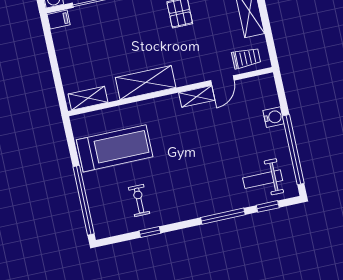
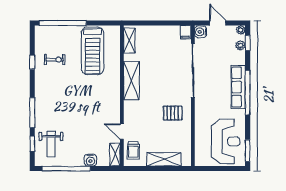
shelving: (197, 96) -> (115, 155), moved
weight bench: (263, 179) -> (51, 144), turned 180

